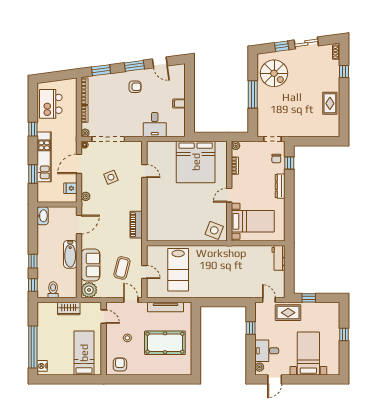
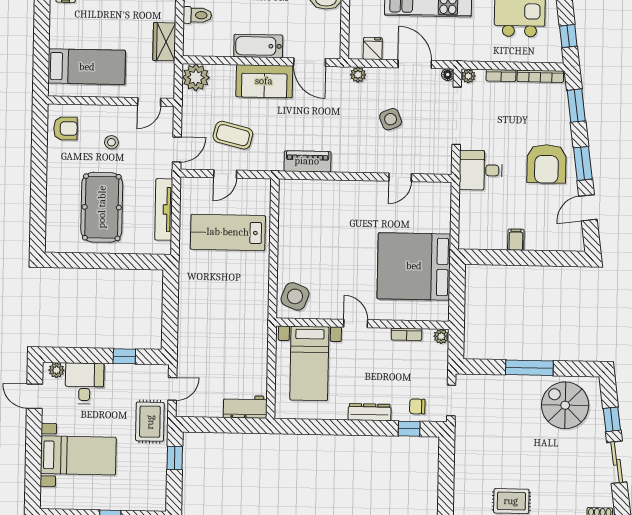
spiral stairs: (274, 73) -> (565, 405), turned 90
window: (61, 76) -> (568, 36), added
armchair: (135, 87) -> (546, 164), width x1.88, depth x1.88
desk: (155, 125) -> (481, 170), moved
sofa: (90, 265) -> (264, 81), moved

